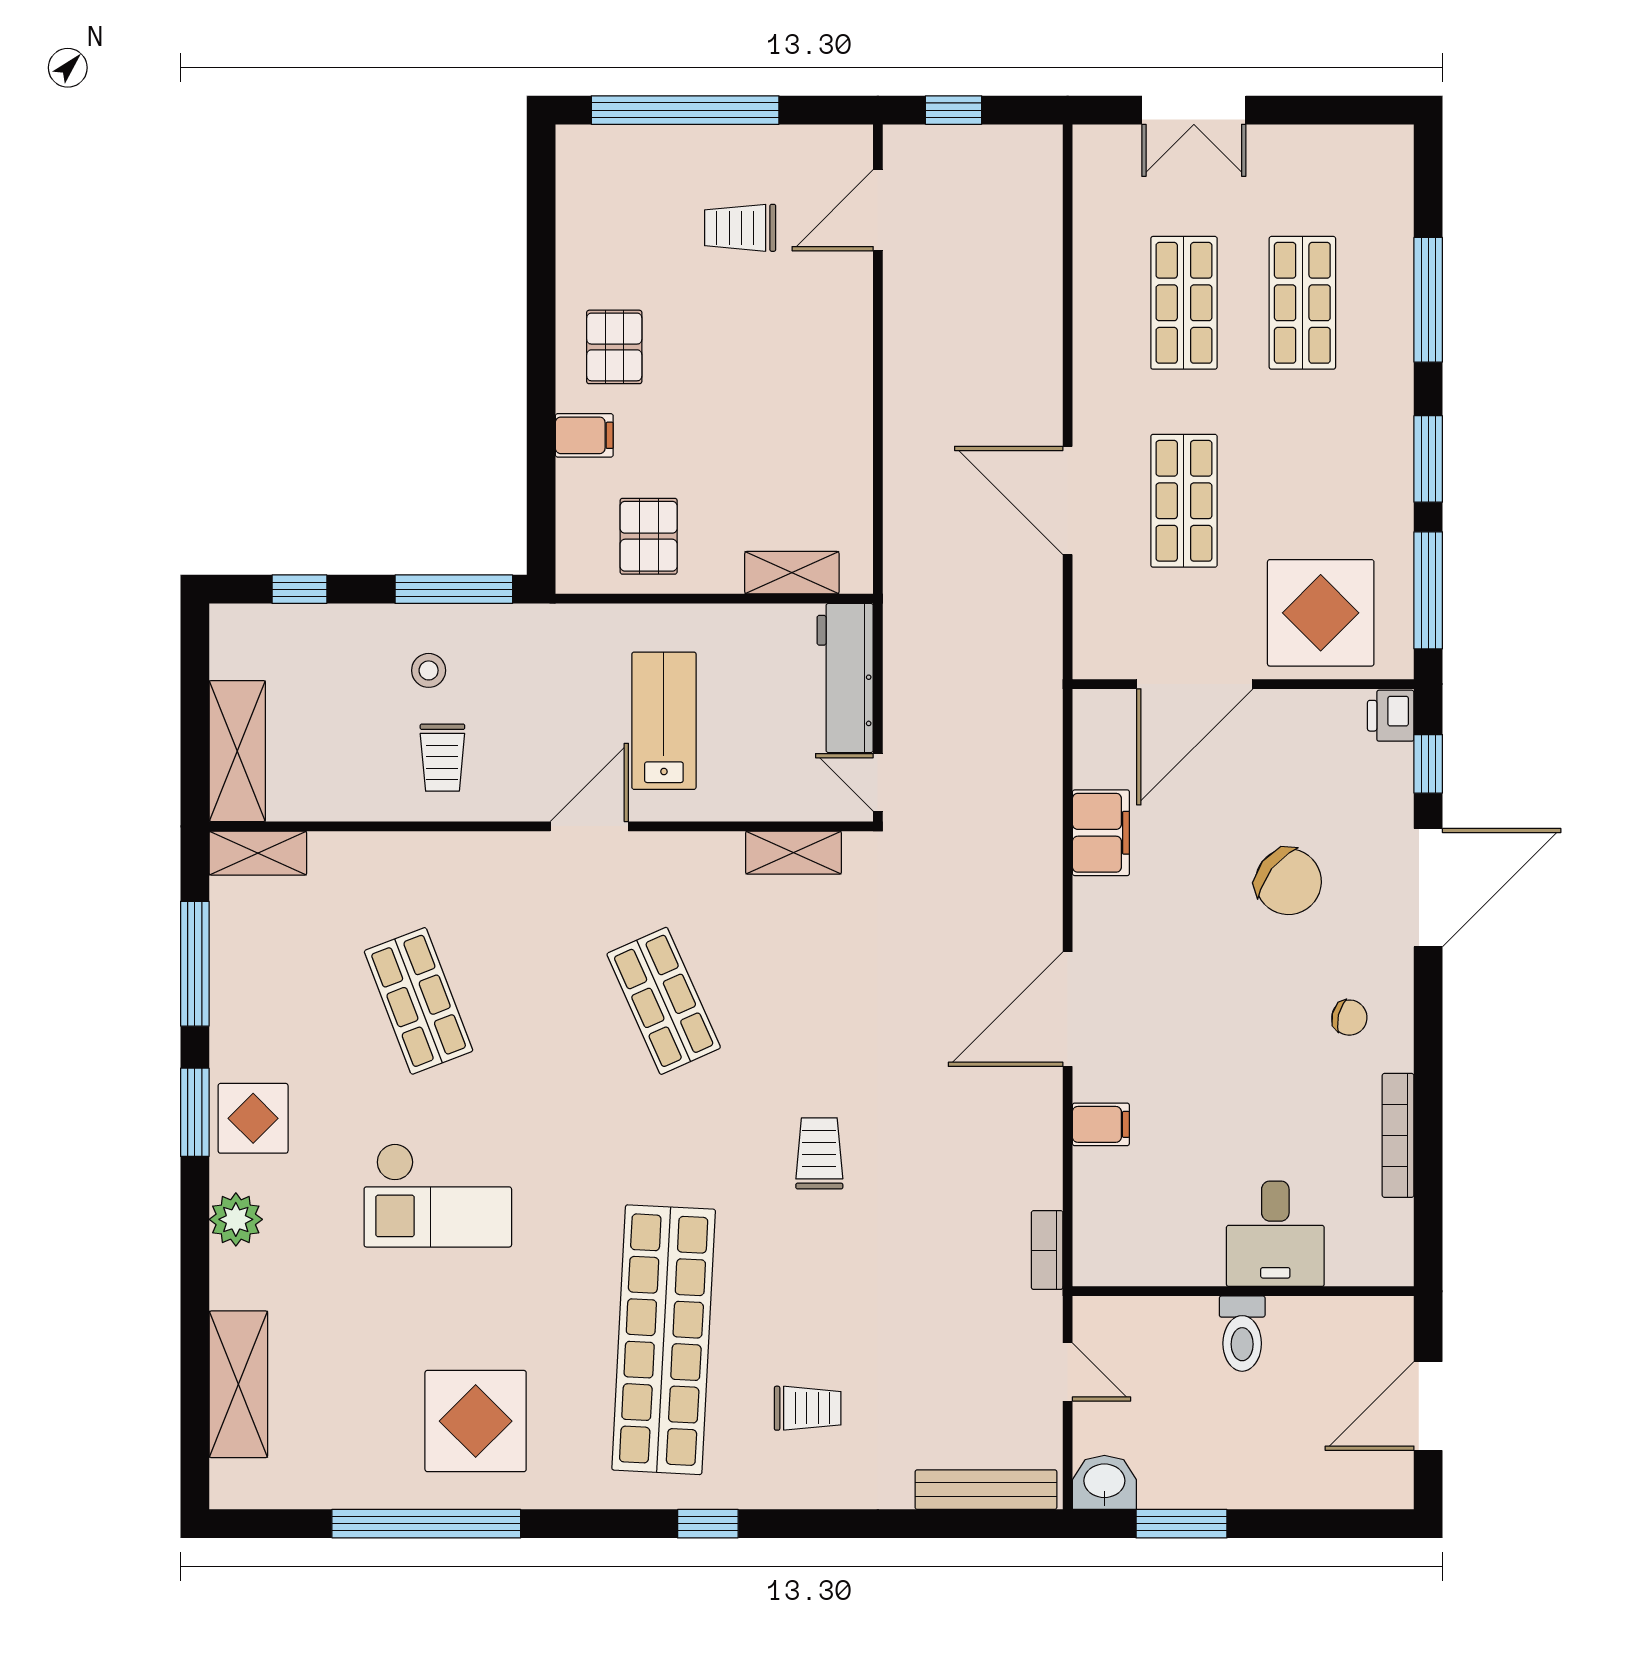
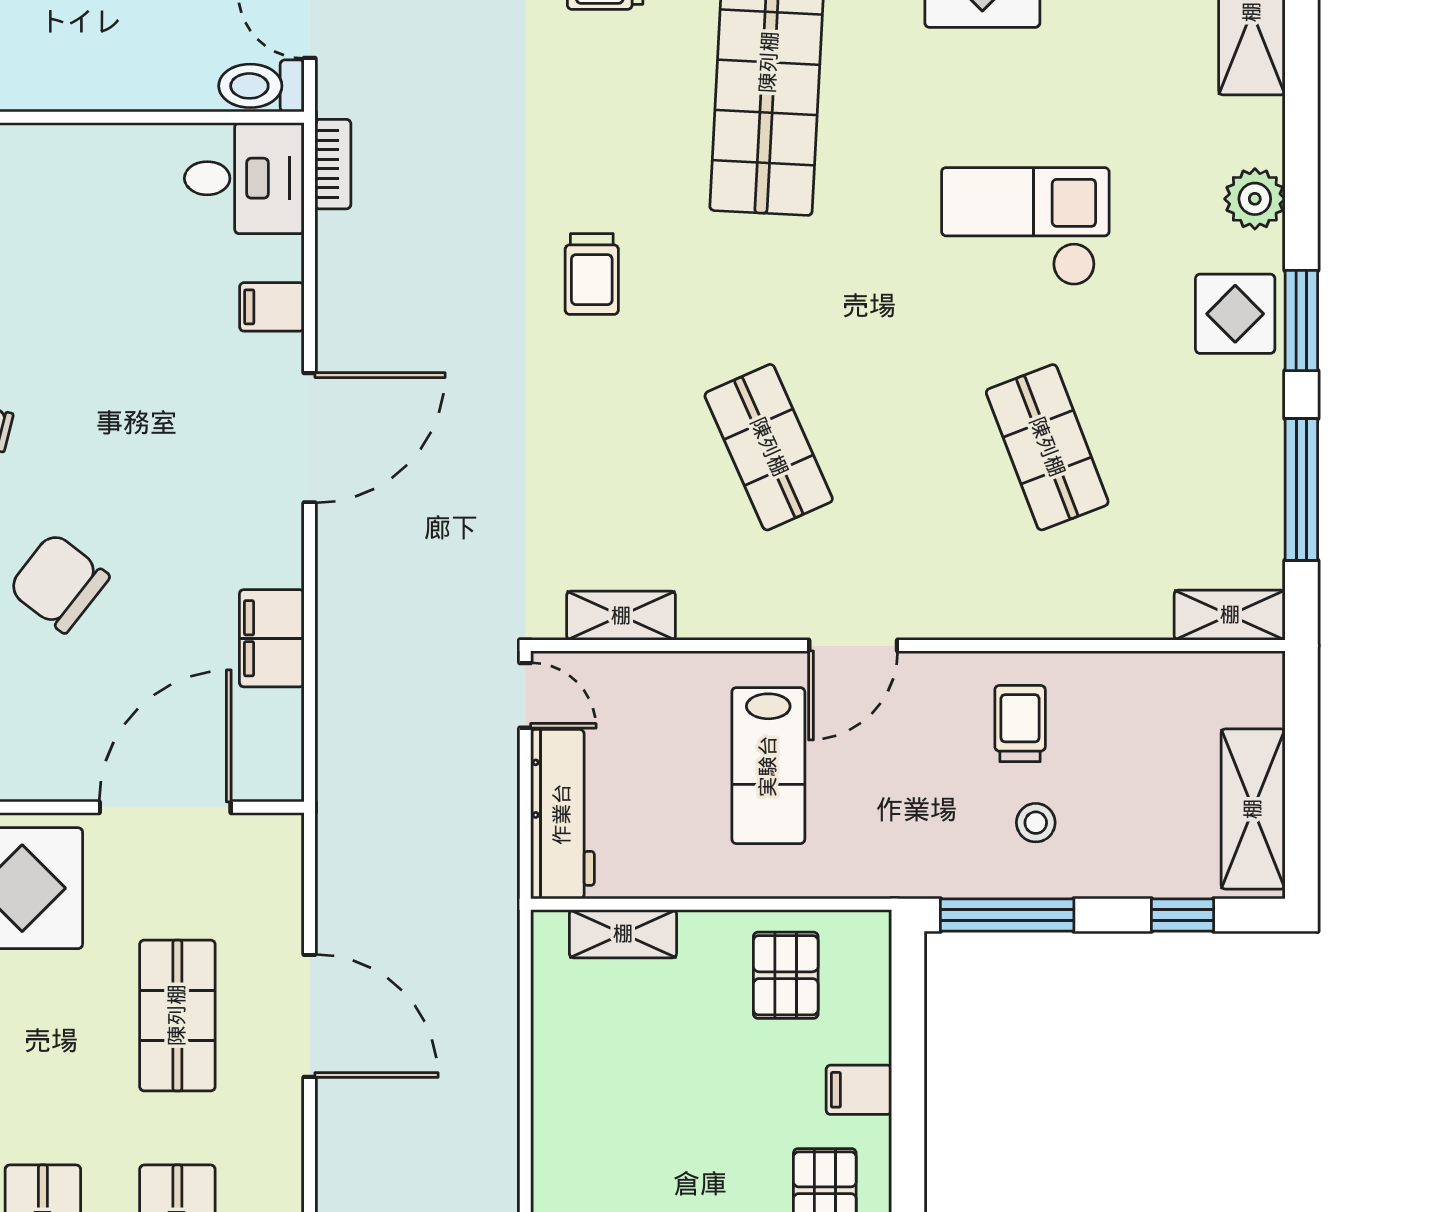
shelving: (237, 751) -> (1253, 809), moved
desk: (1275, 1234) -> (244, 178), moved, turned 90
toilet: (1242, 1334) -> (261, 86), moved, turned -90

